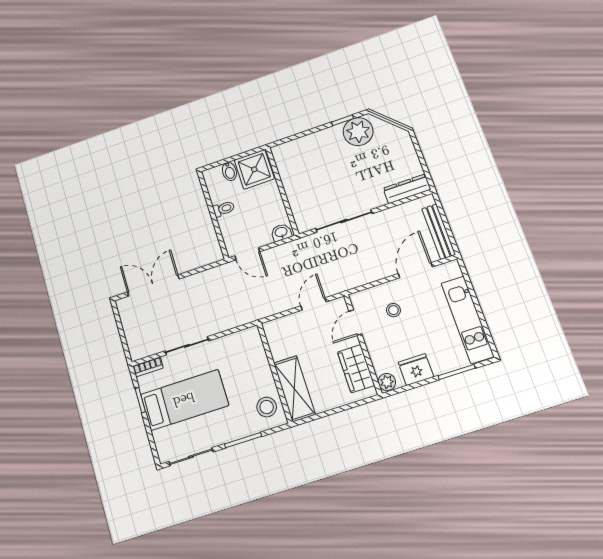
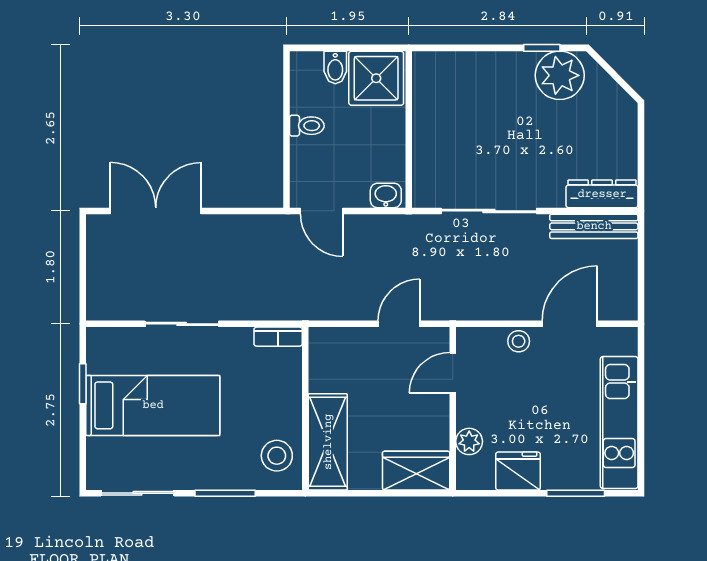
bench: (439, 232) -> (594, 226), moved, turned 90
stool: (393, 310) -> (519, 341), moved
bookcase: (148, 367) -> (278, 337), moved
wardrobe: (356, 369) -> (416, 471), moved, turned 90
plant: (387, 382) -> (469, 441), moved

